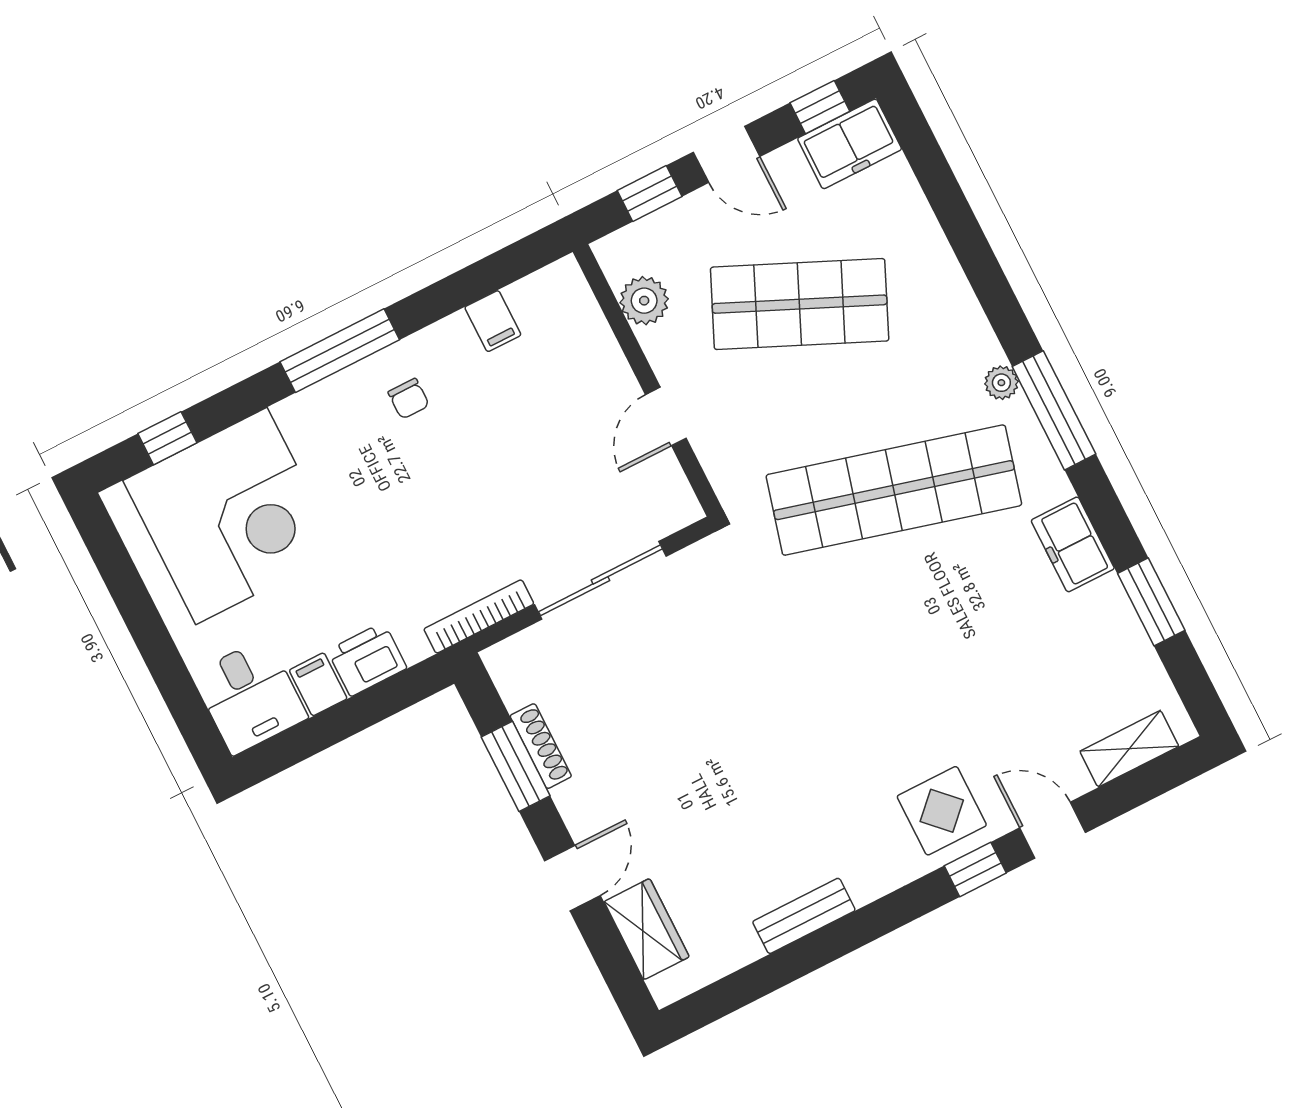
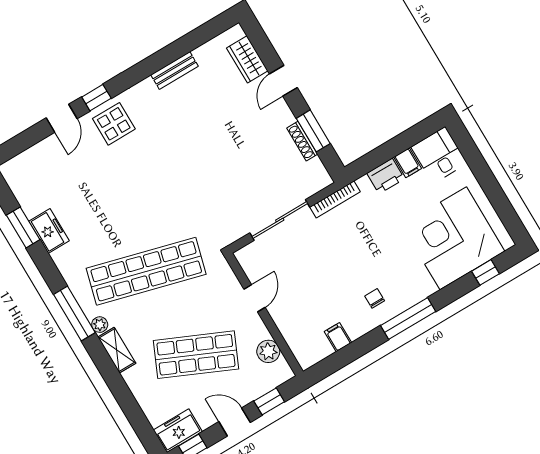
freezer: (1073, 544) -> (49, 231), moved
shelving: (1129, 749) -> (117, 350), moved, turned 90
door: (1053, 830) -> (62, 118), hinge flipped

